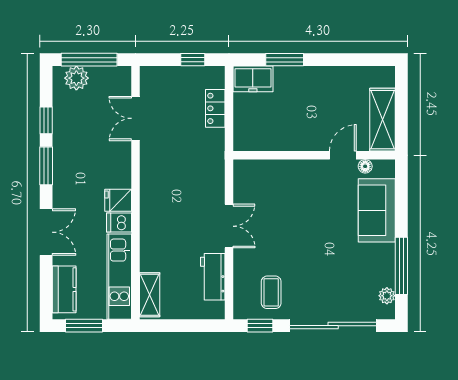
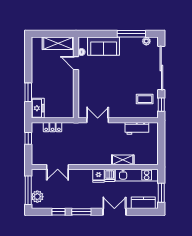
double door: (229, 226) -> (98, 120), moved
shelving: (150, 295) -> (123, 160), moved

